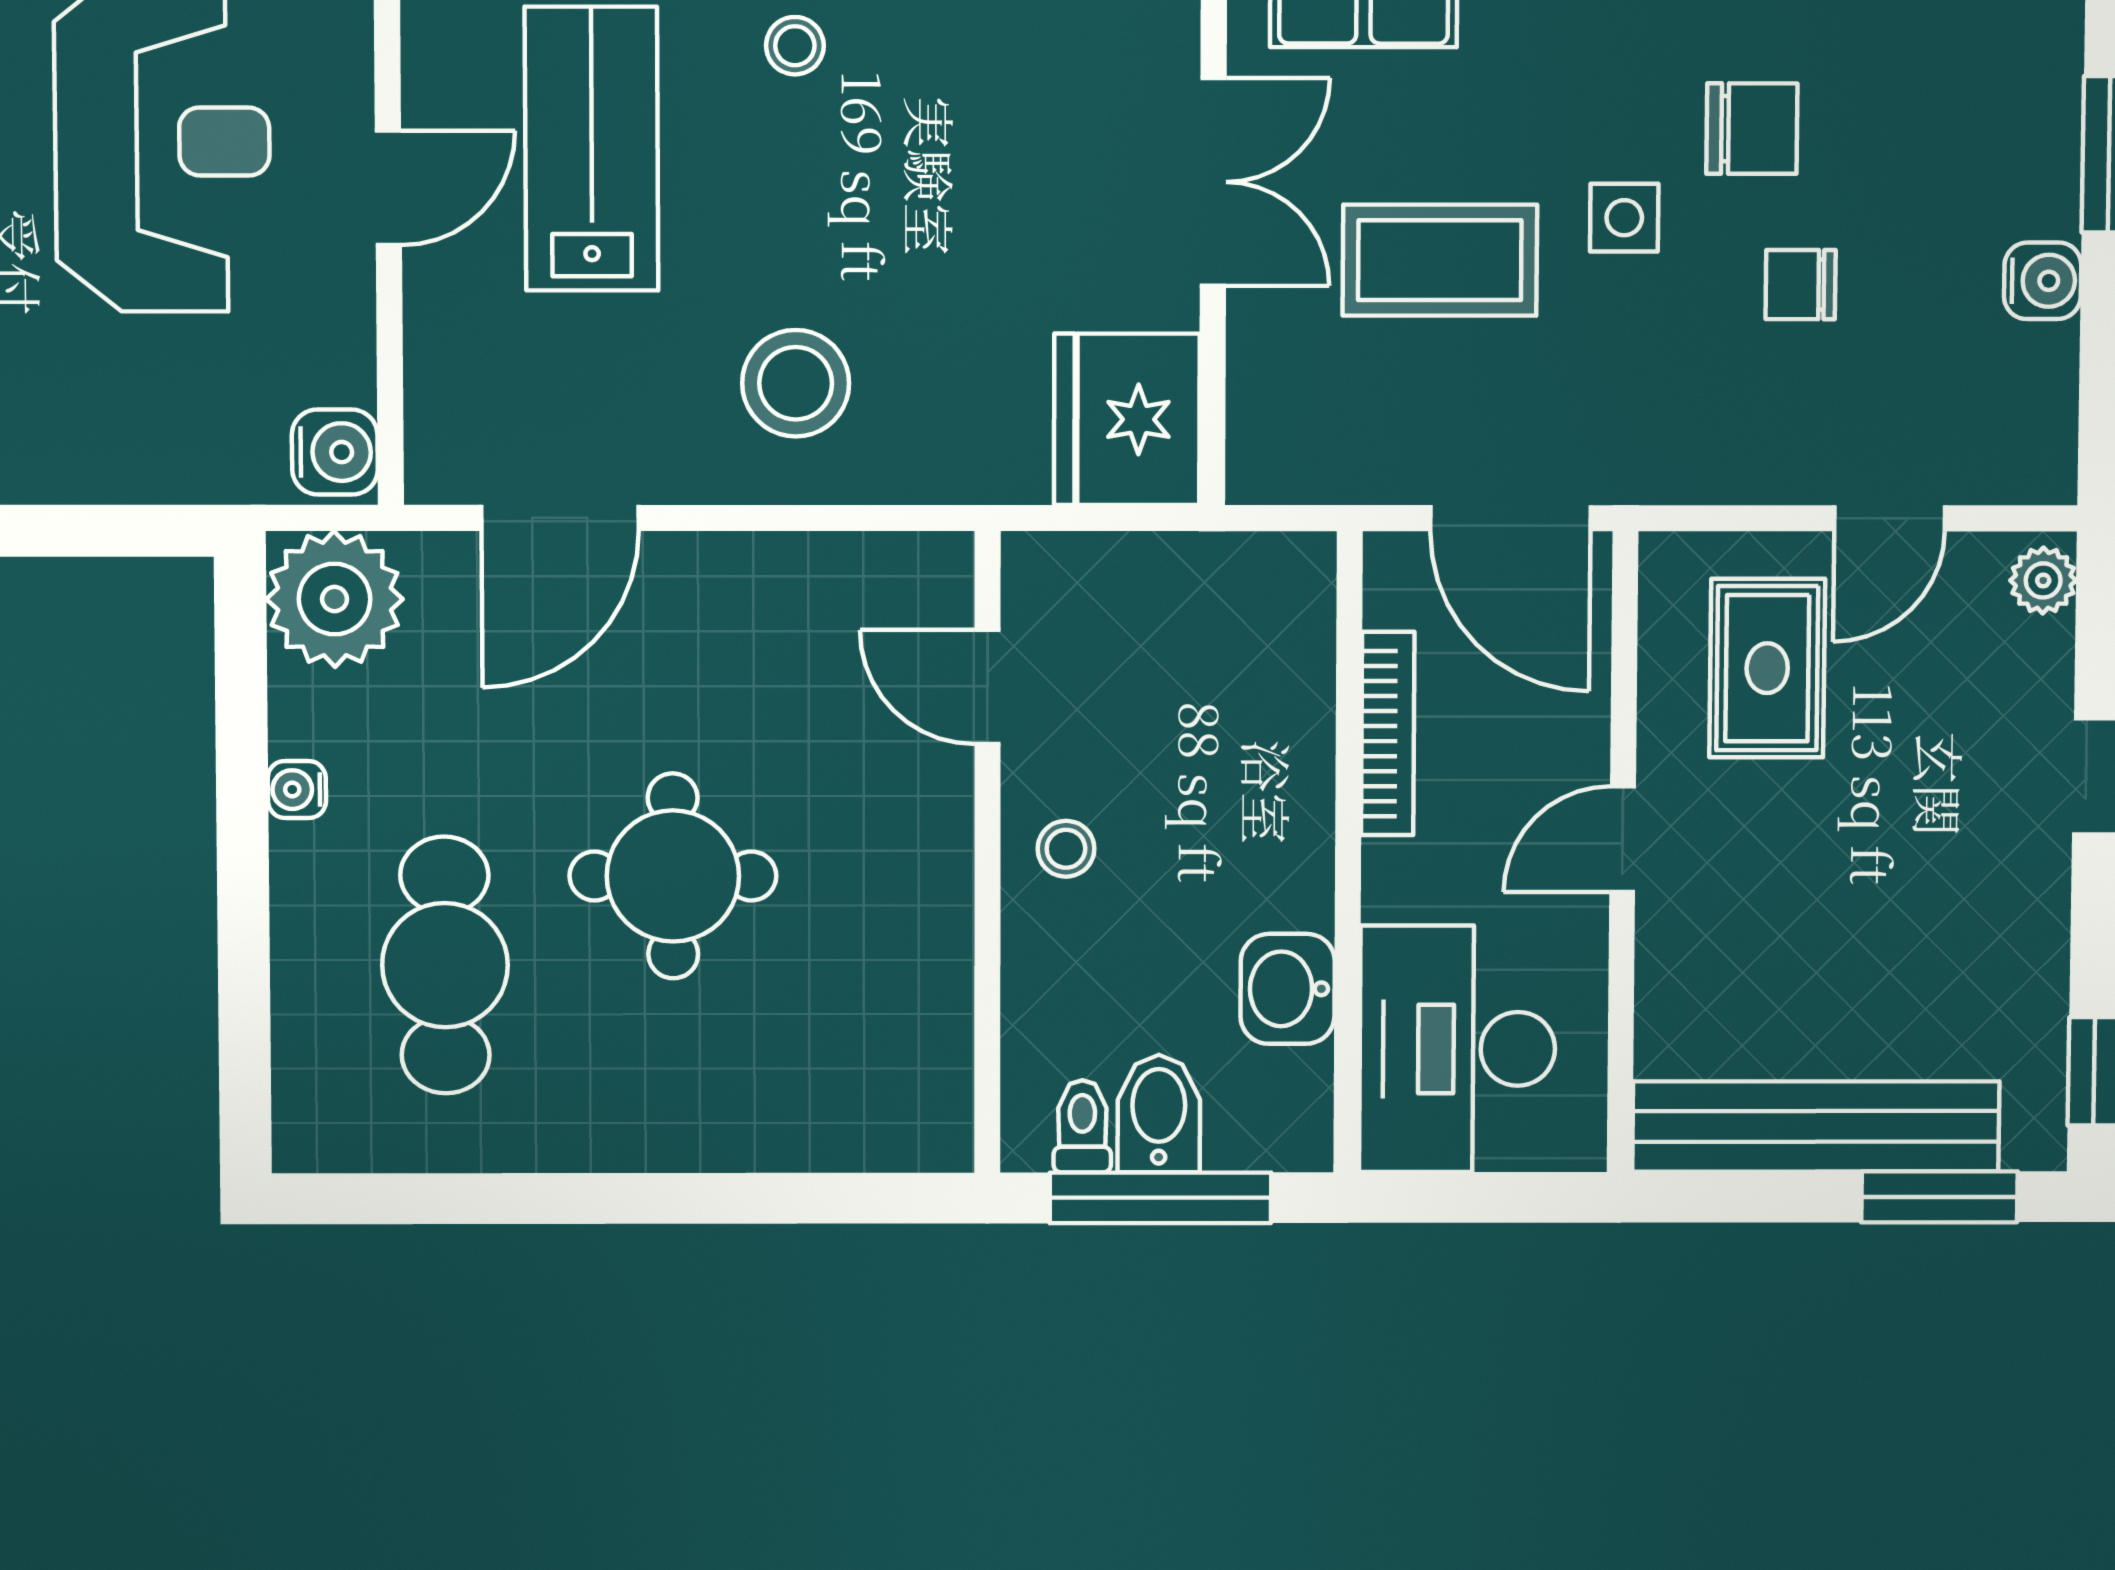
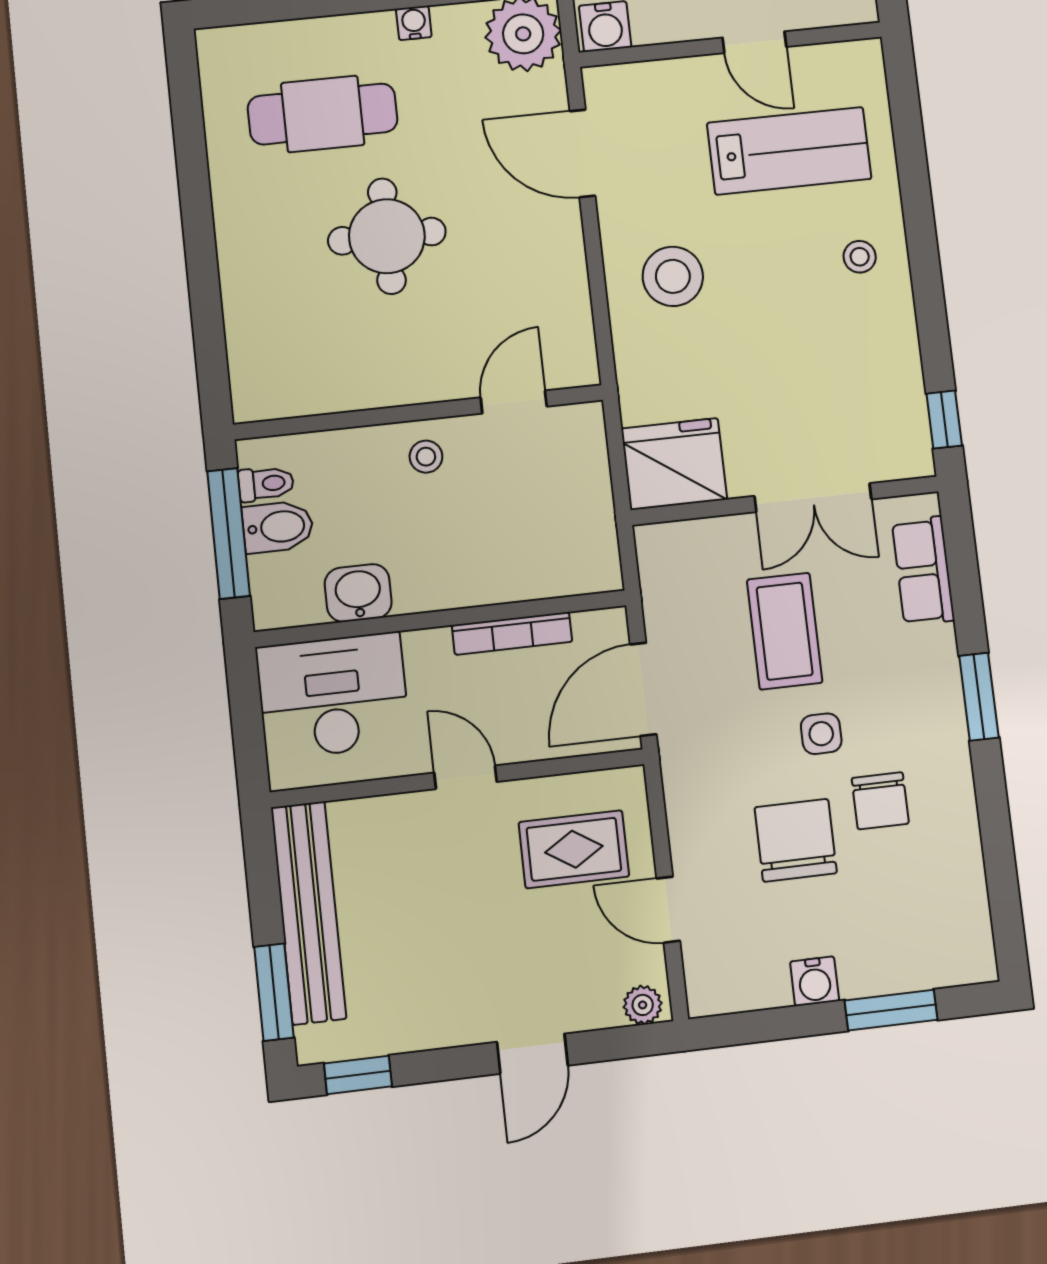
chair: (1801, 285) -> (796, 840), width x1.87, depth x1.87

